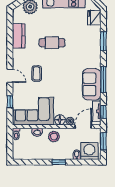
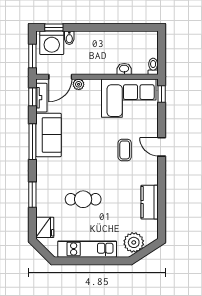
cafe table: (52, 43) -> (83, 199), moved
window: (10, 102) -> (162, 94), moved
floor lamp: (60, 120) -> (92, 86), removed
stool: (54, 137) -> (101, 63), removed
window: (59, 162) -> (54, 27), moved

